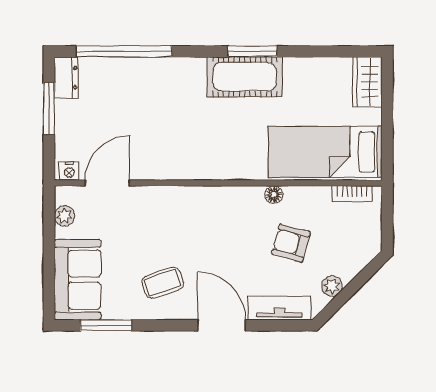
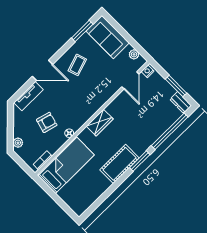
window: (252, 51) -> (140, 161), moved
wardrobe: (367, 82) -> (100, 123), moved, turned 90
plant: (332, 286) -> (18, 143), moved

